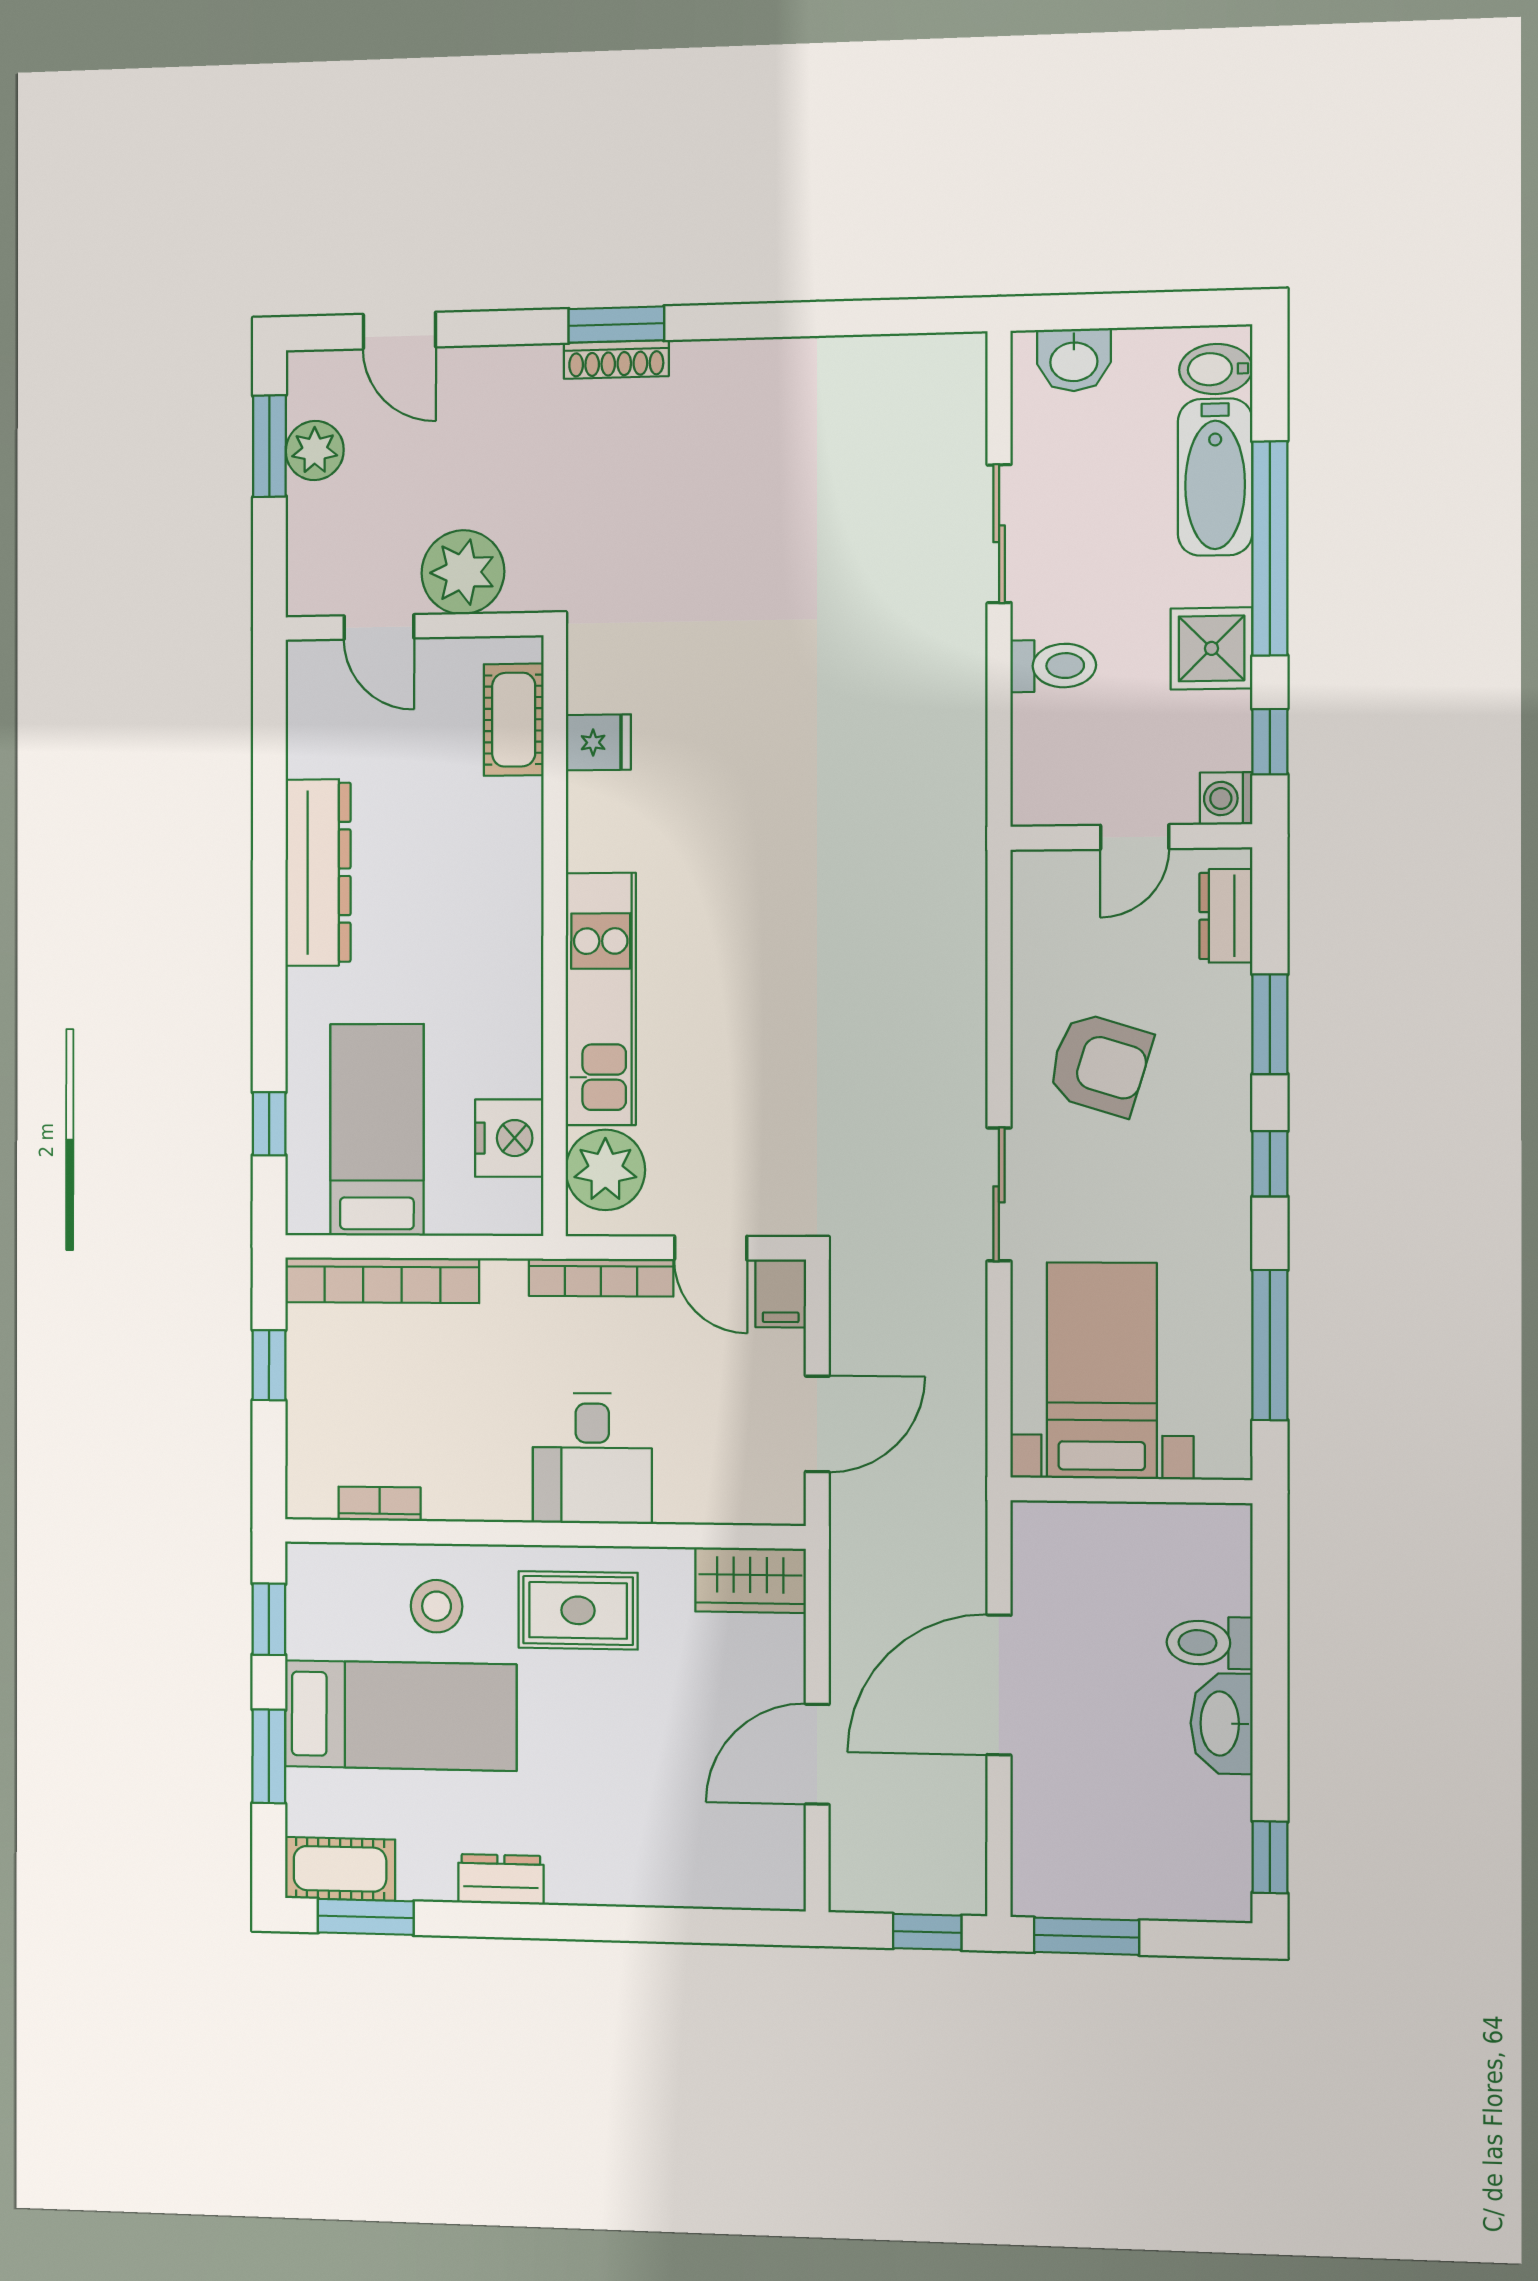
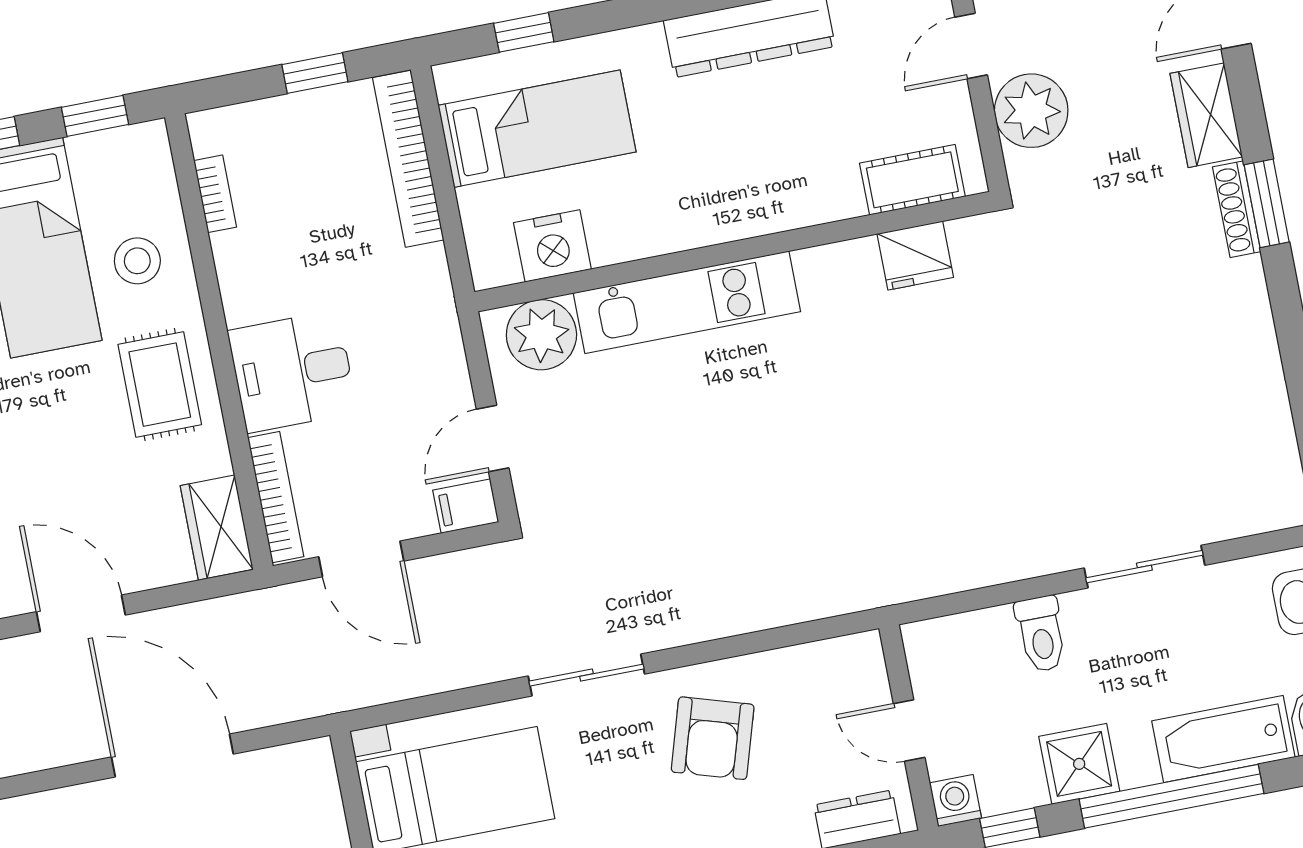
wardrobe: (505, 376) -> (1206, 115), added
fridge: (598, 742) -> (915, 256), width x1.38
bookcase: (601, 1278) -> (276, 497), moved, turned 180

